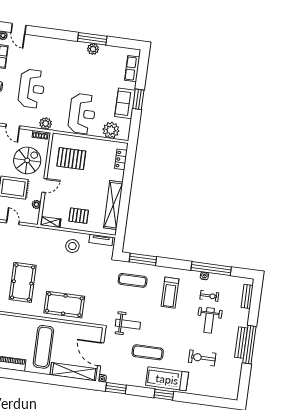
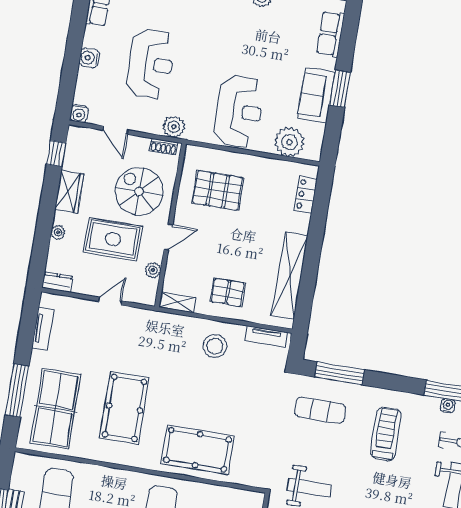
spiral stairs: (27, 160) -> (139, 191), turned -90
door: (13, 222) -> (110, 301), hinge flipped
treadmill: (170, 293) -> (386, 434), turned 180

